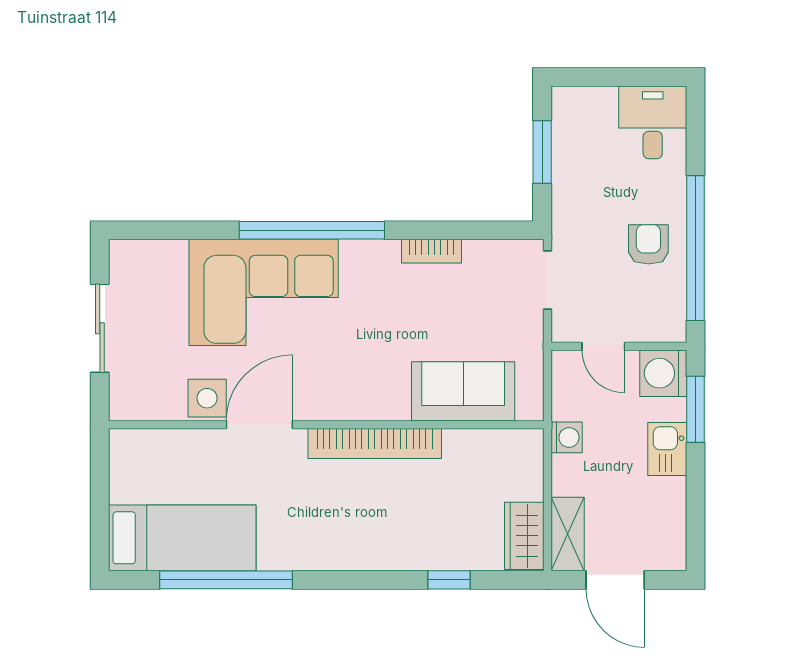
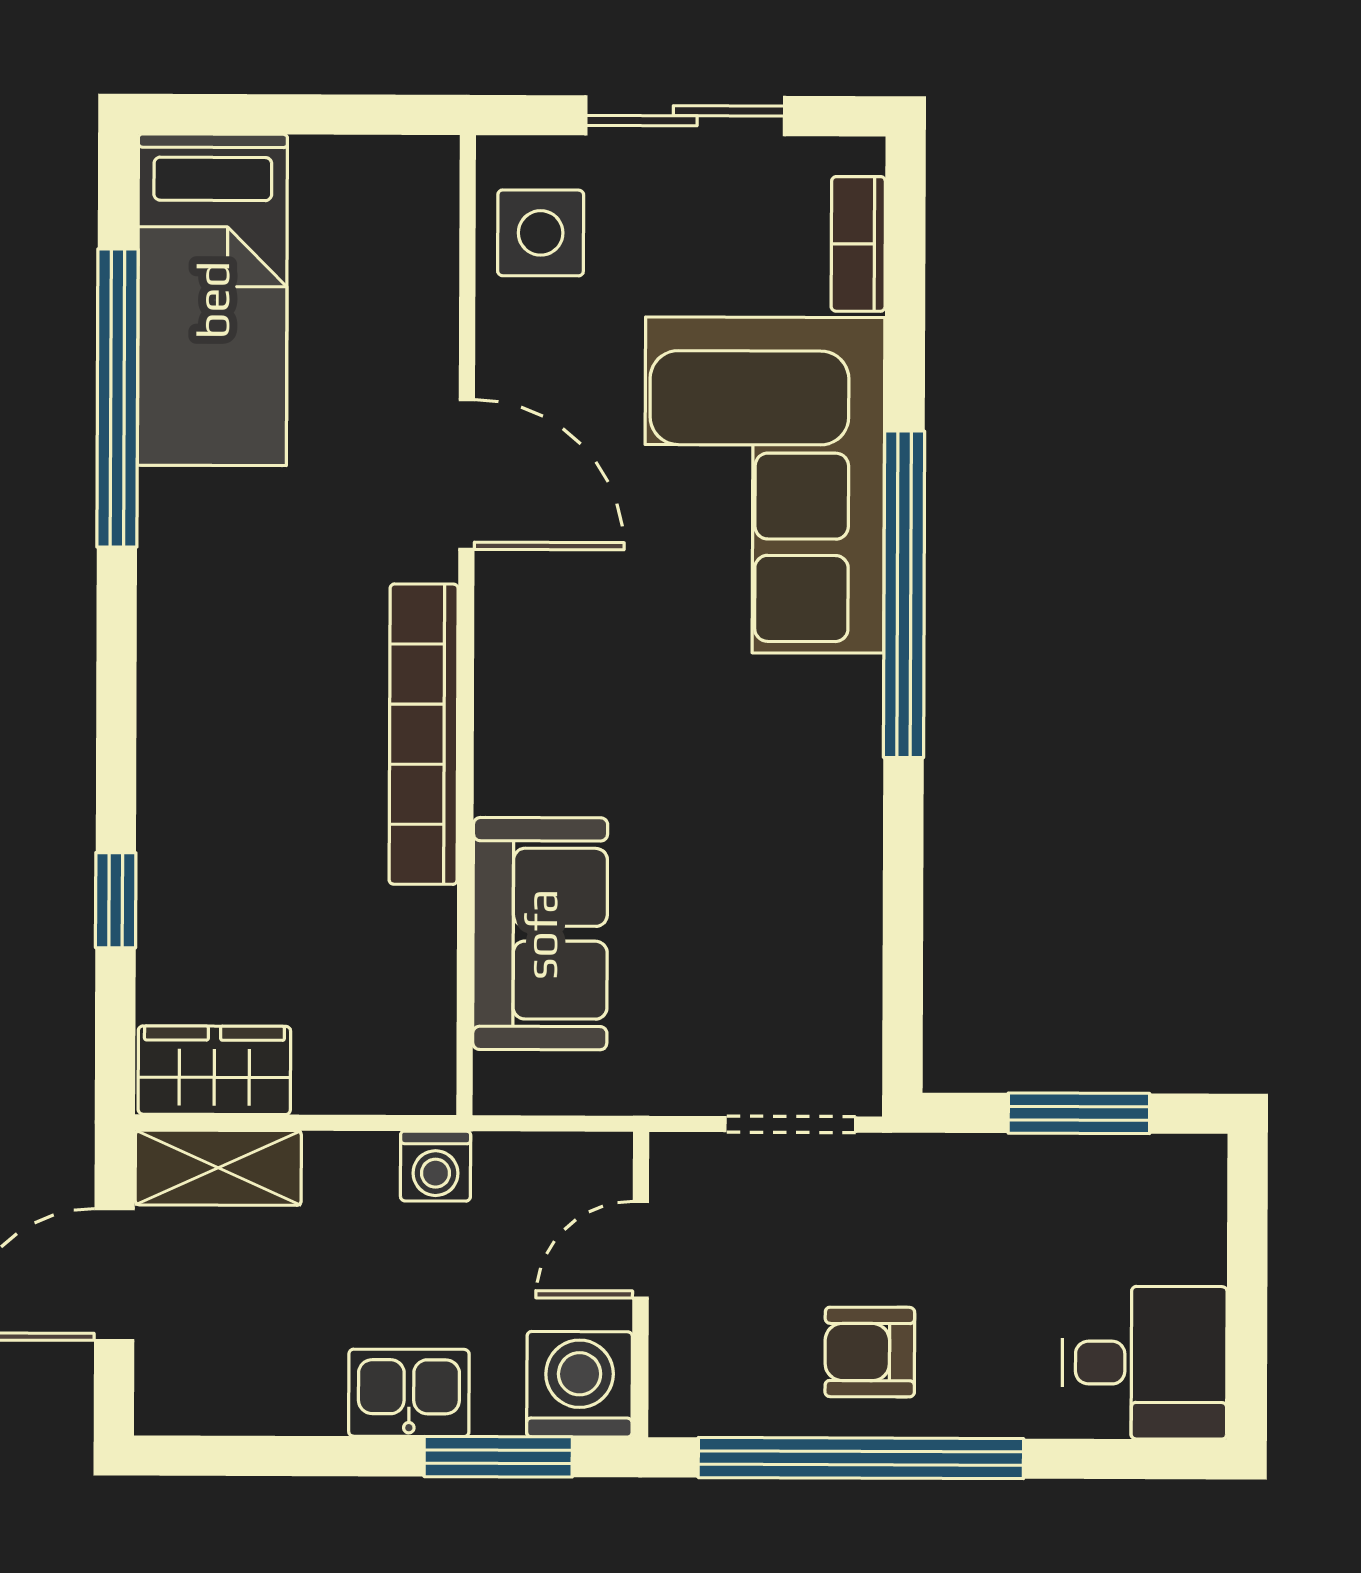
armchair: (648, 244) -> (870, 1352), turned 180
bookcase: (431, 251) -> (858, 244), moved
side table: (207, 398) -> (541, 233), moved

